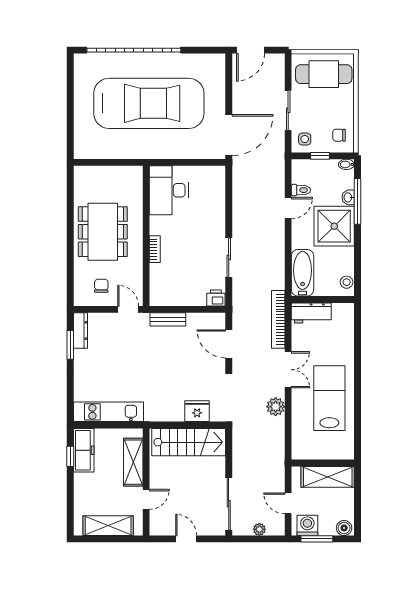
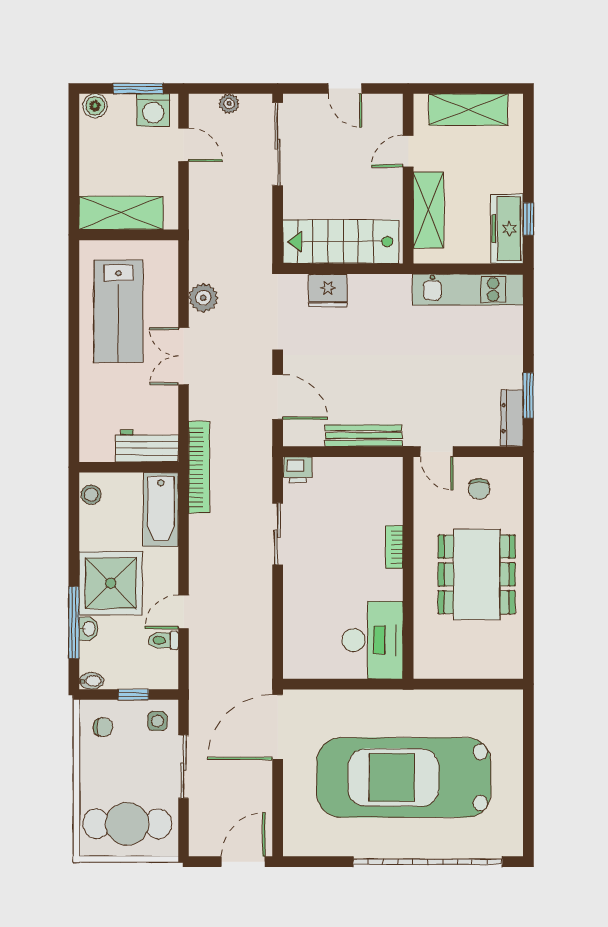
bench: (168, 319) -> (364, 436), width x1.36
bookcase: (278, 319) -> (199, 467), moved
wall: (323, 463) -> (129, 235), moved
shelving: (328, 477) -> (121, 213), moved

